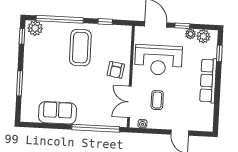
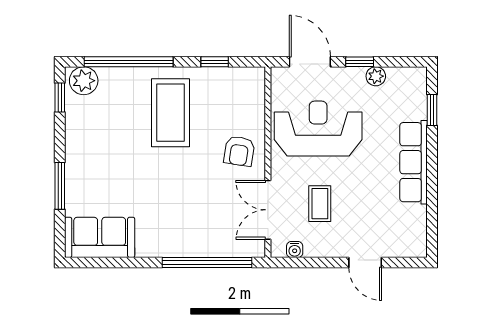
plant: (203, 36) -> (400, 79), removed
reception desk: (158, 60) -> (318, 129), turned 180
sofa: (57, 113) -> (100, 237), moved

